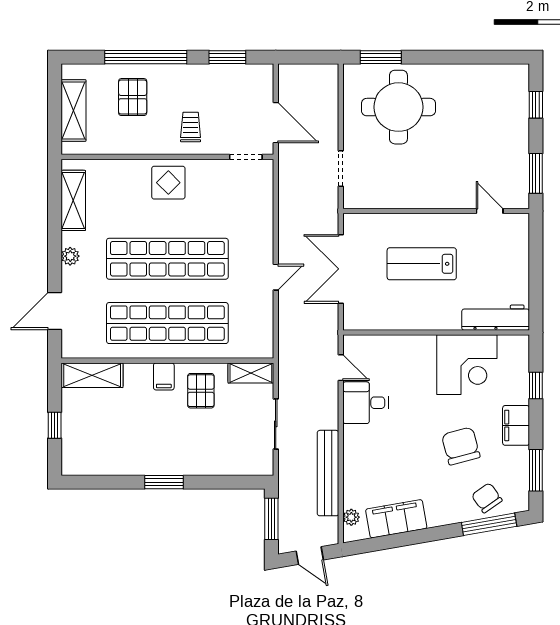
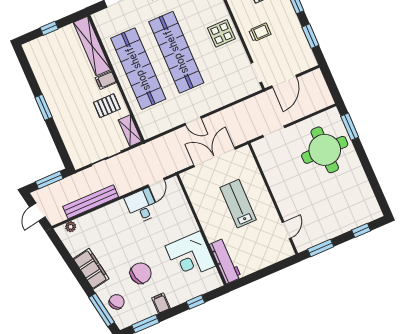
shelving: (92, 375) -> (92, 46), width x1.47
filing cabinet: (516, 425) -> (161, 303), width x0.50
filing cabinet: (396, 519) -> (91, 269), moved

